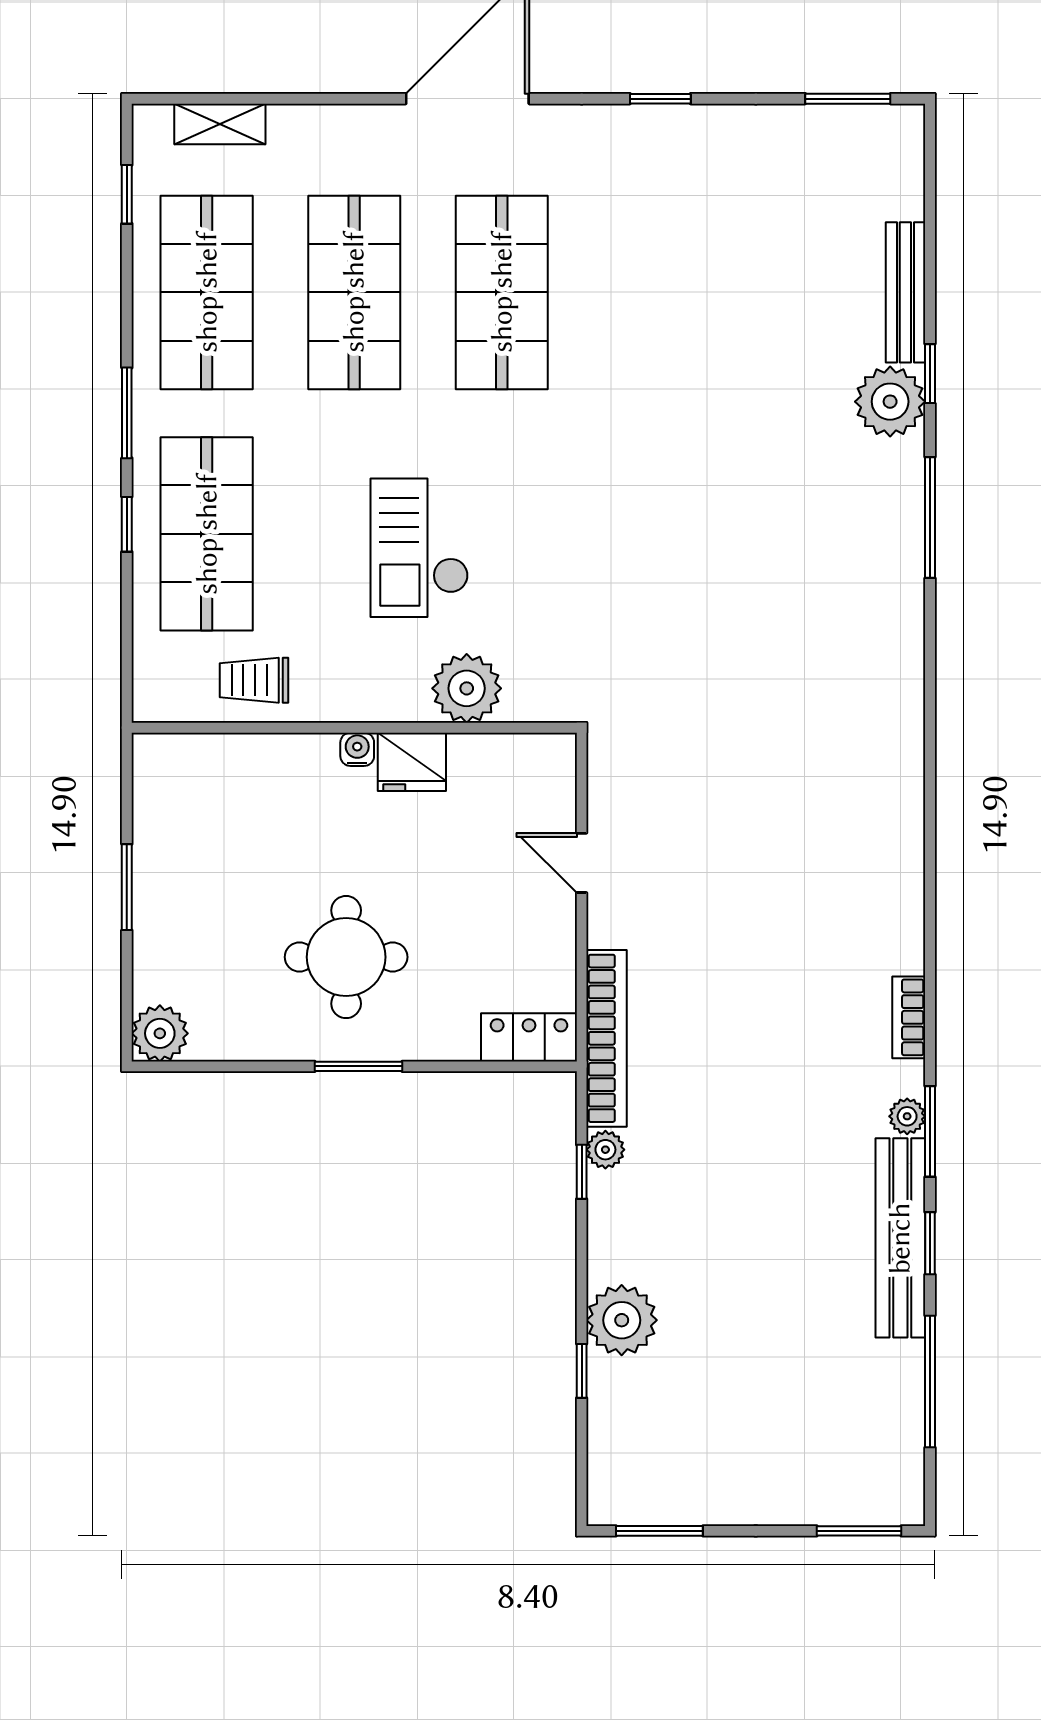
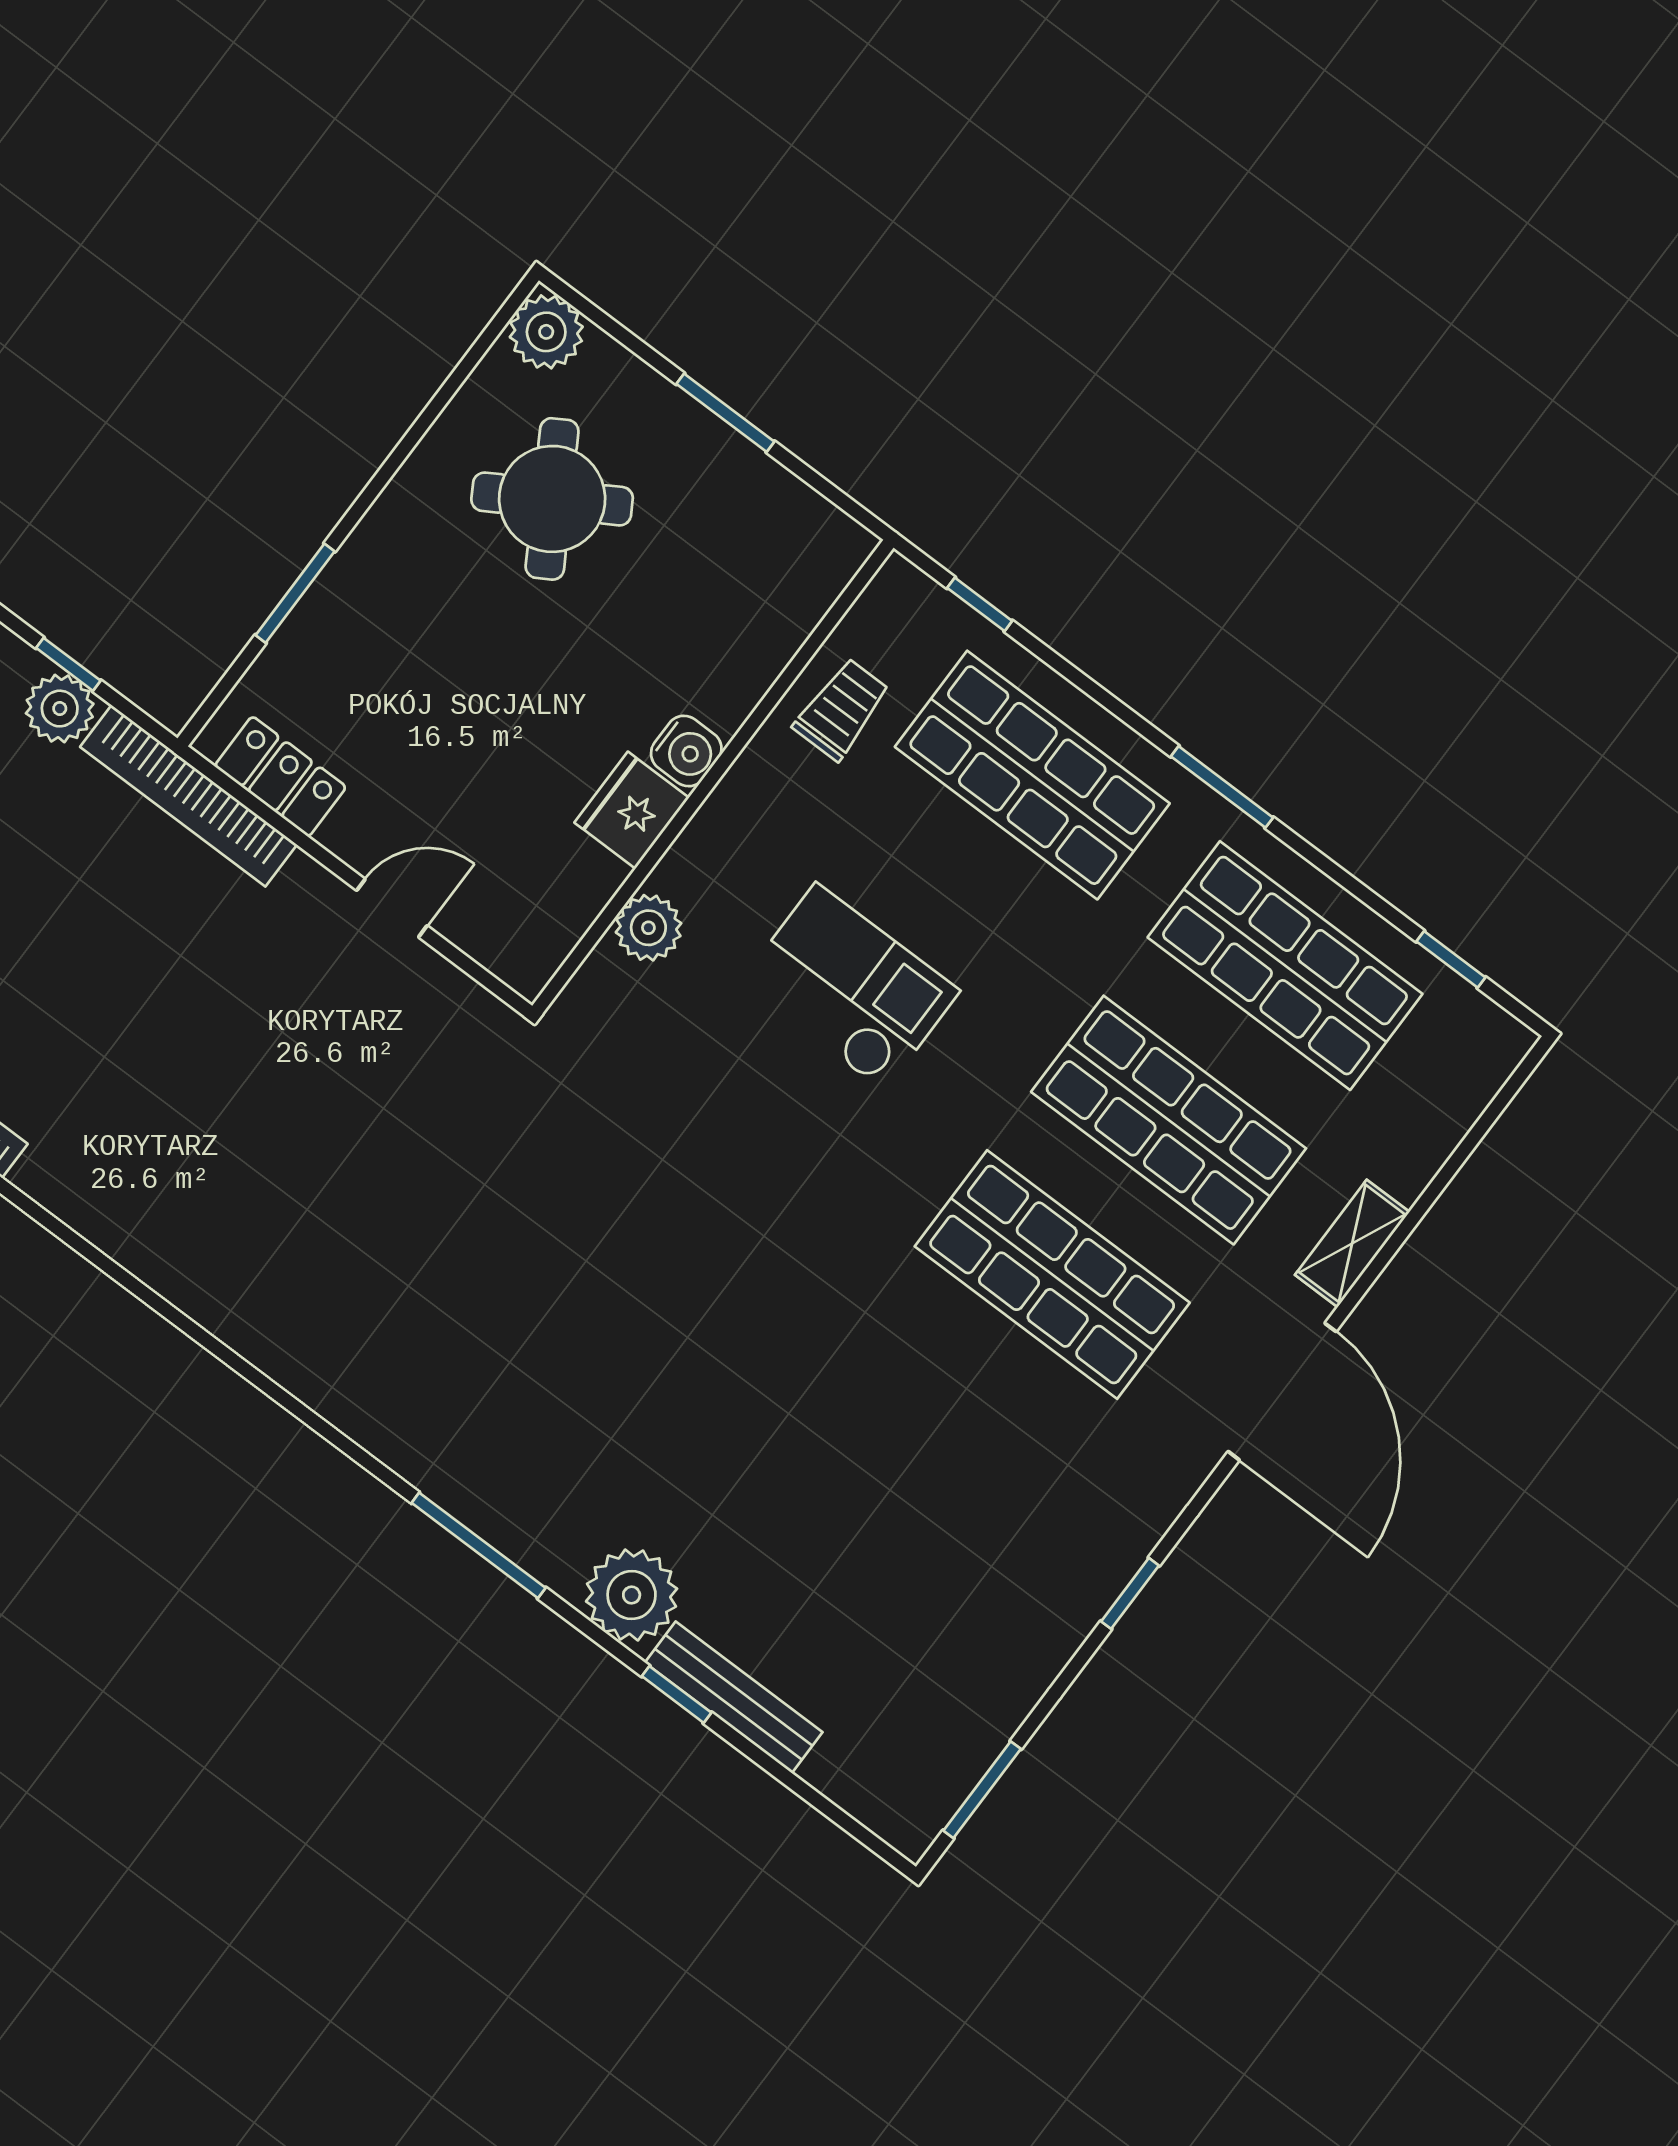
shelving: (220, 124) -> (1352, 1243), moved
window: (930, 374) -> (677, 1694), moved
window: (127, 524) -> (980, 604), moved
plant: (467, 688) -> (648, 928), width x0.73, depth x0.73
water cooler: (357, 749) -> (686, 751), width x1.38, depth x1.38
round table: (346, 957) -> (552, 499), moved, turned -31
locker: (529, 1037) -> (280, 776), moved, turned -90
window: (359, 1066) -> (295, 593), moved
plant: (605, 1150) -> (60, 709), width x1.38, depth x1.38

